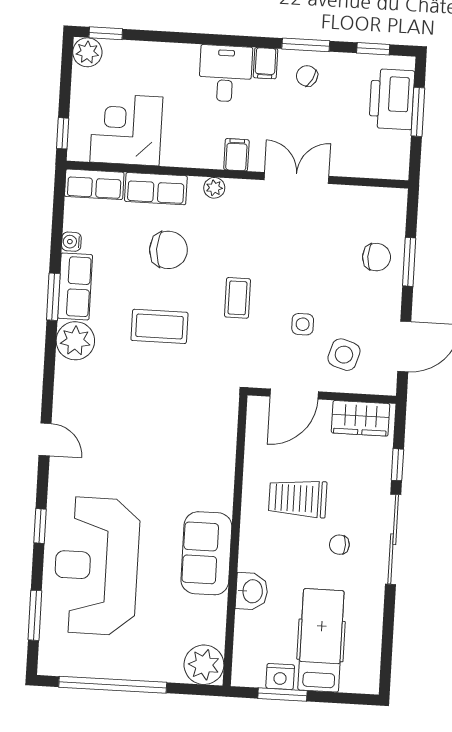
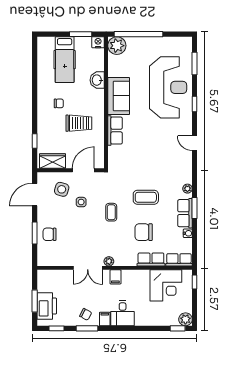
plant: (214, 188) -> (109, 261), moved
plant: (75, 341) -> (187, 189), width x0.53, depth x0.53
row of seats: (219, 478) -> (115, 131), added
sliding door: (393, 539) -> (35, 107), removed
nightstand: (280, 677) -> (98, 42), moved
window: (113, 685) -> (138, 34), moved

